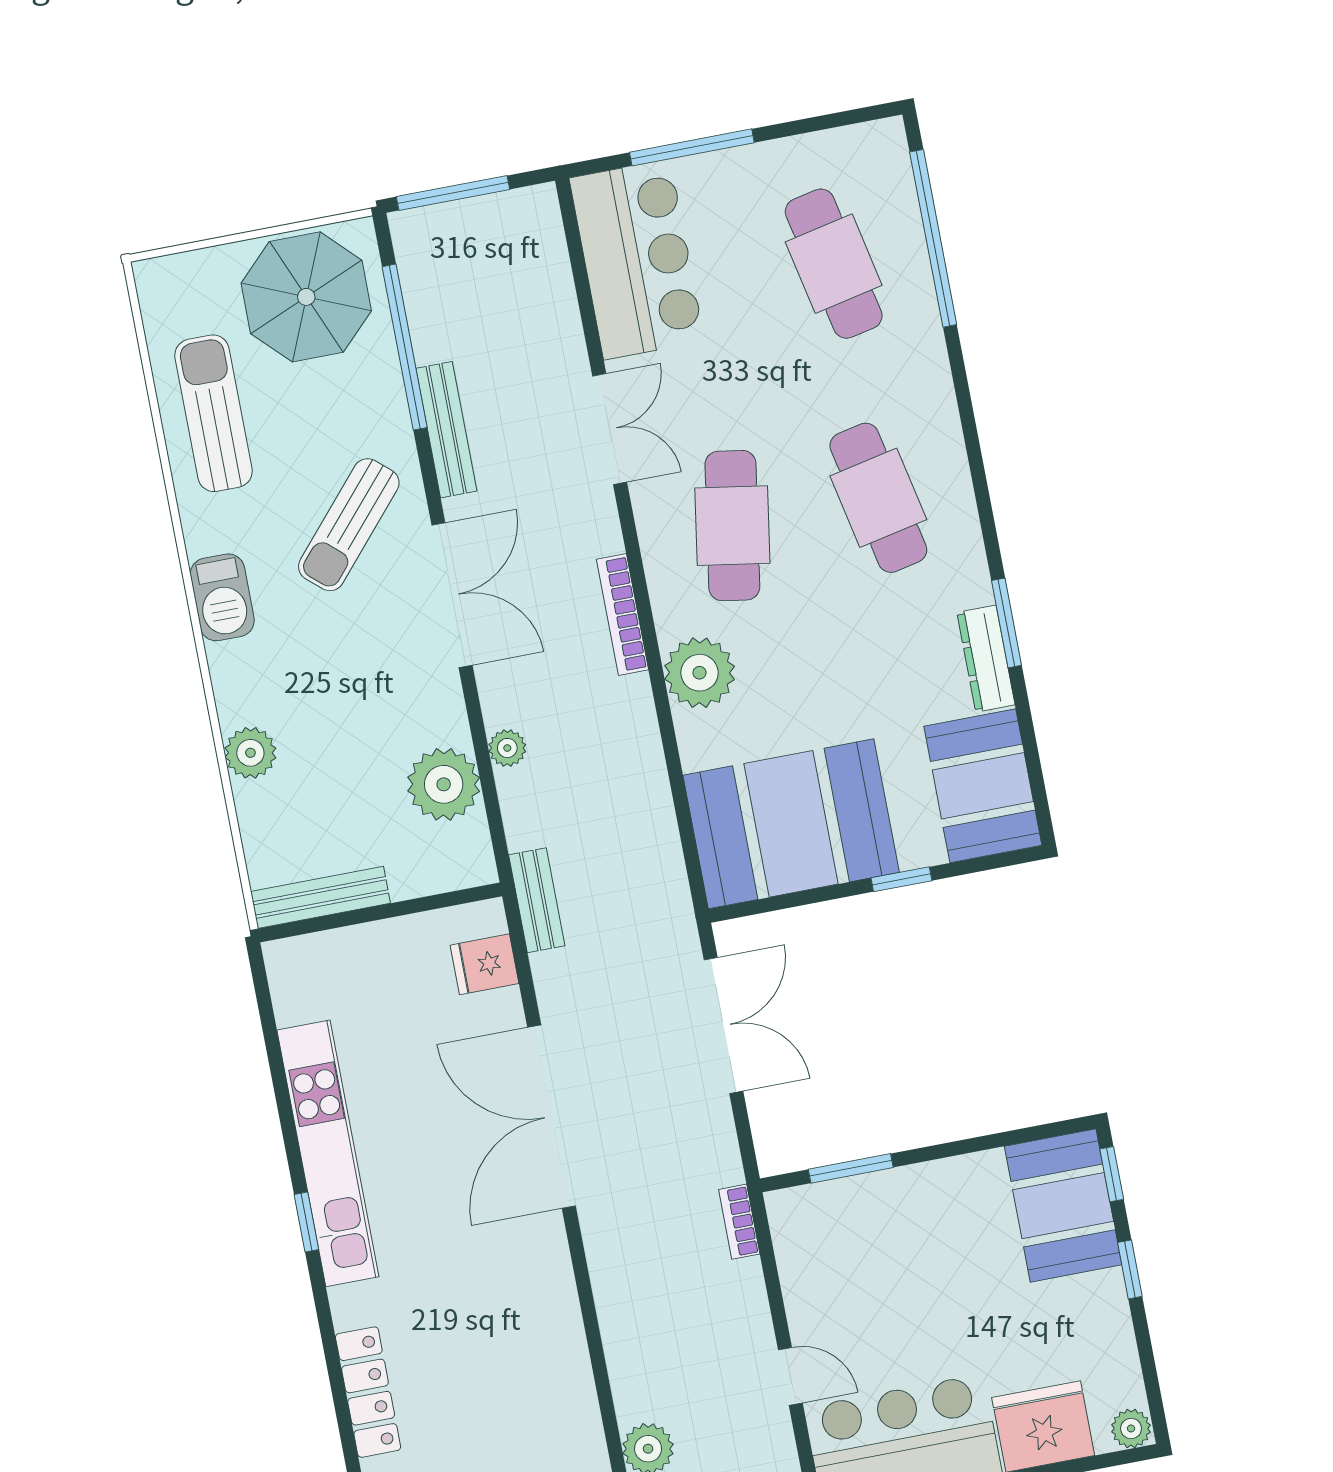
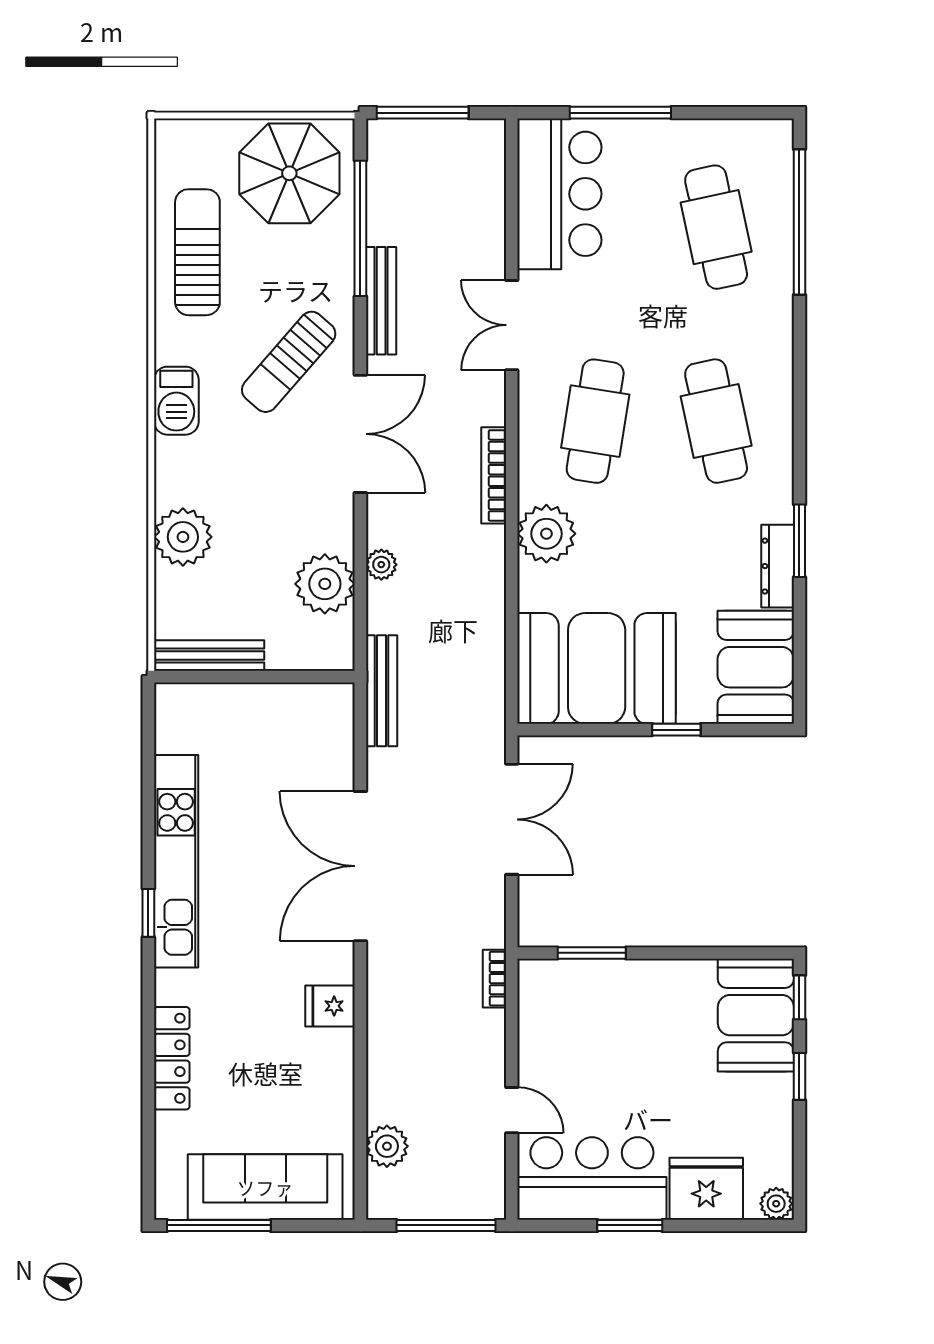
double door: (610, 429) -> (512, 325), swing flipped
plant: (250, 753) -> (183, 537), width x1.36, depth x1.36
bench: (537, 900) -> (382, 691), width x1.36
fridge: (485, 964) -> (330, 1006), moved

